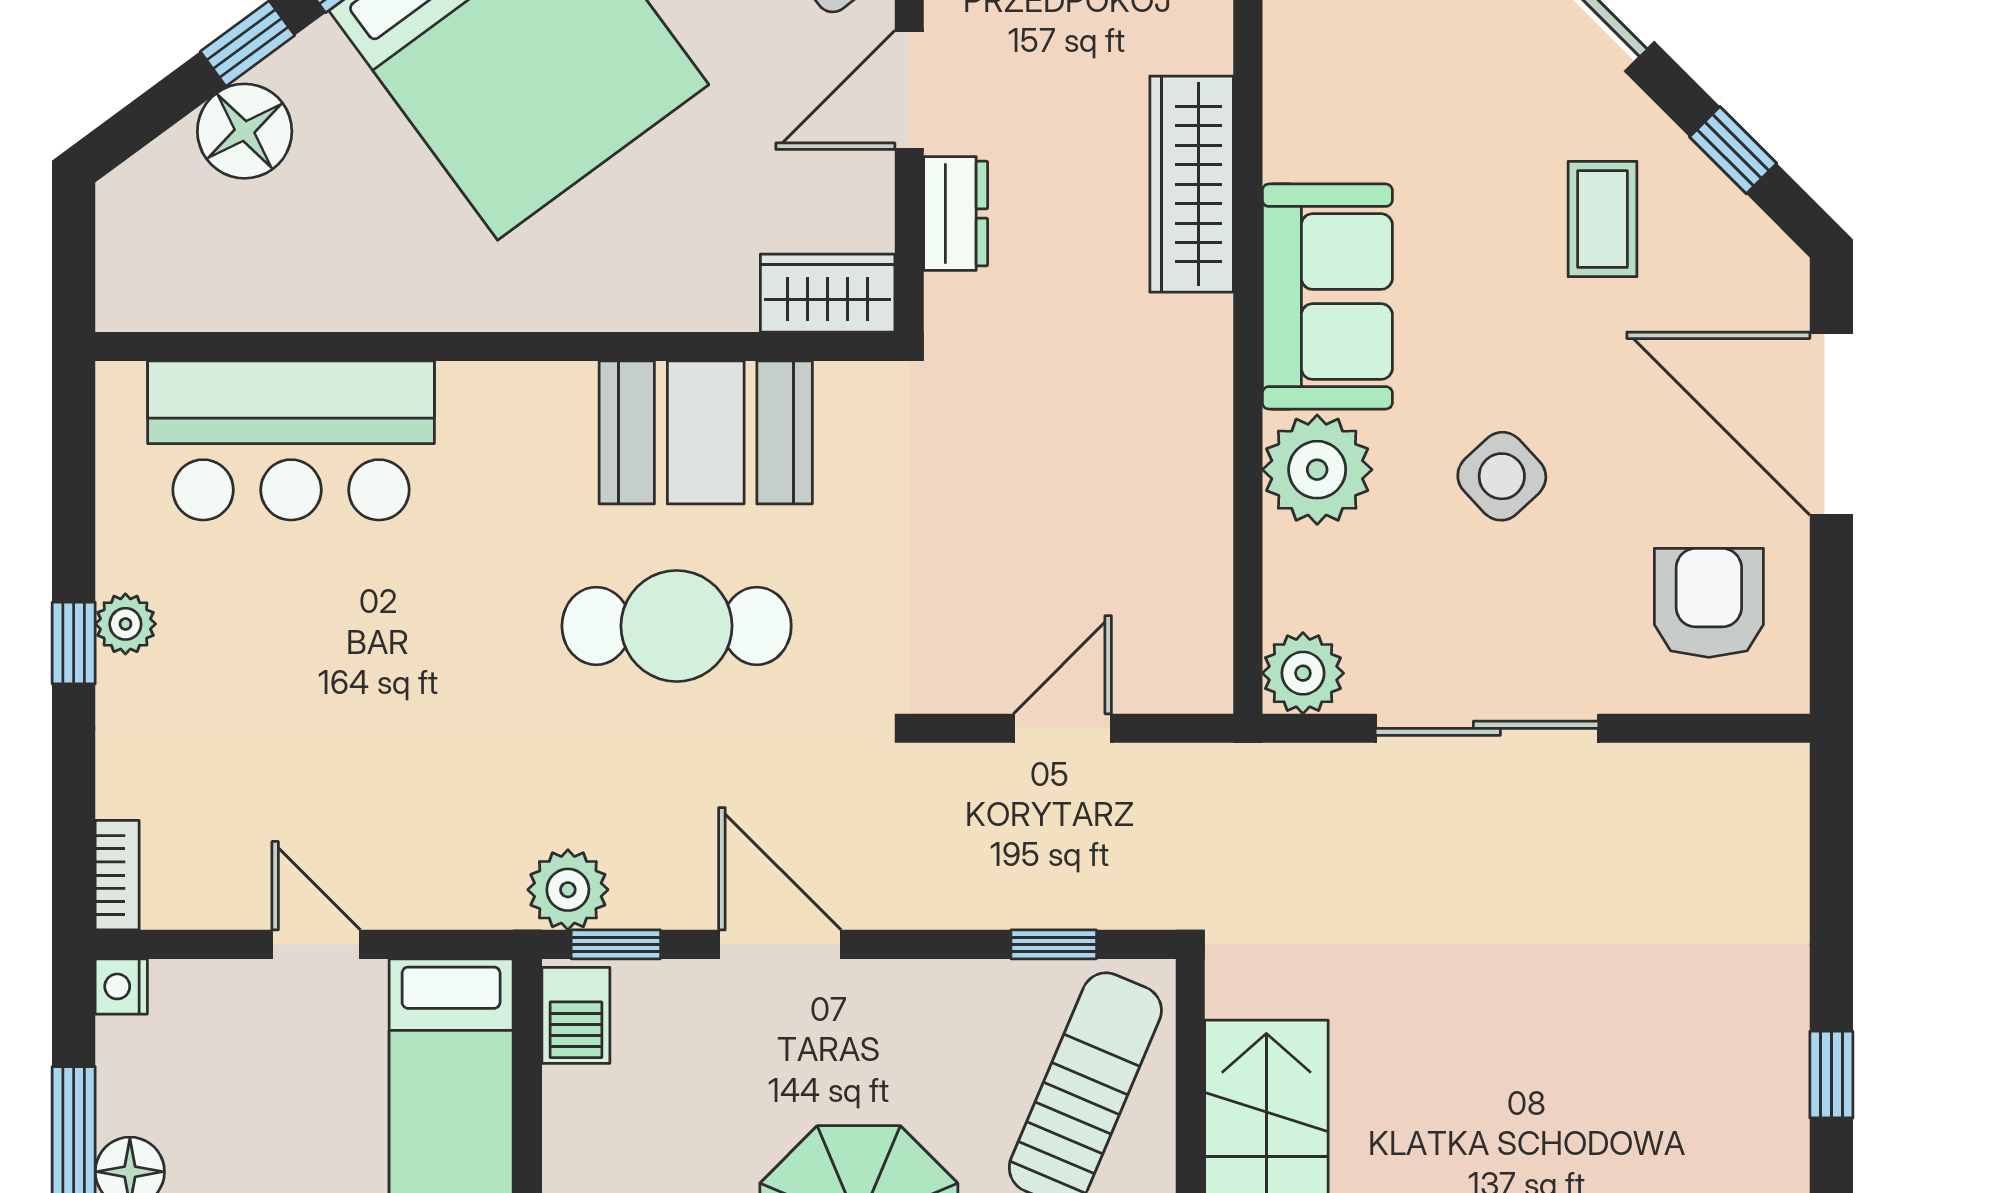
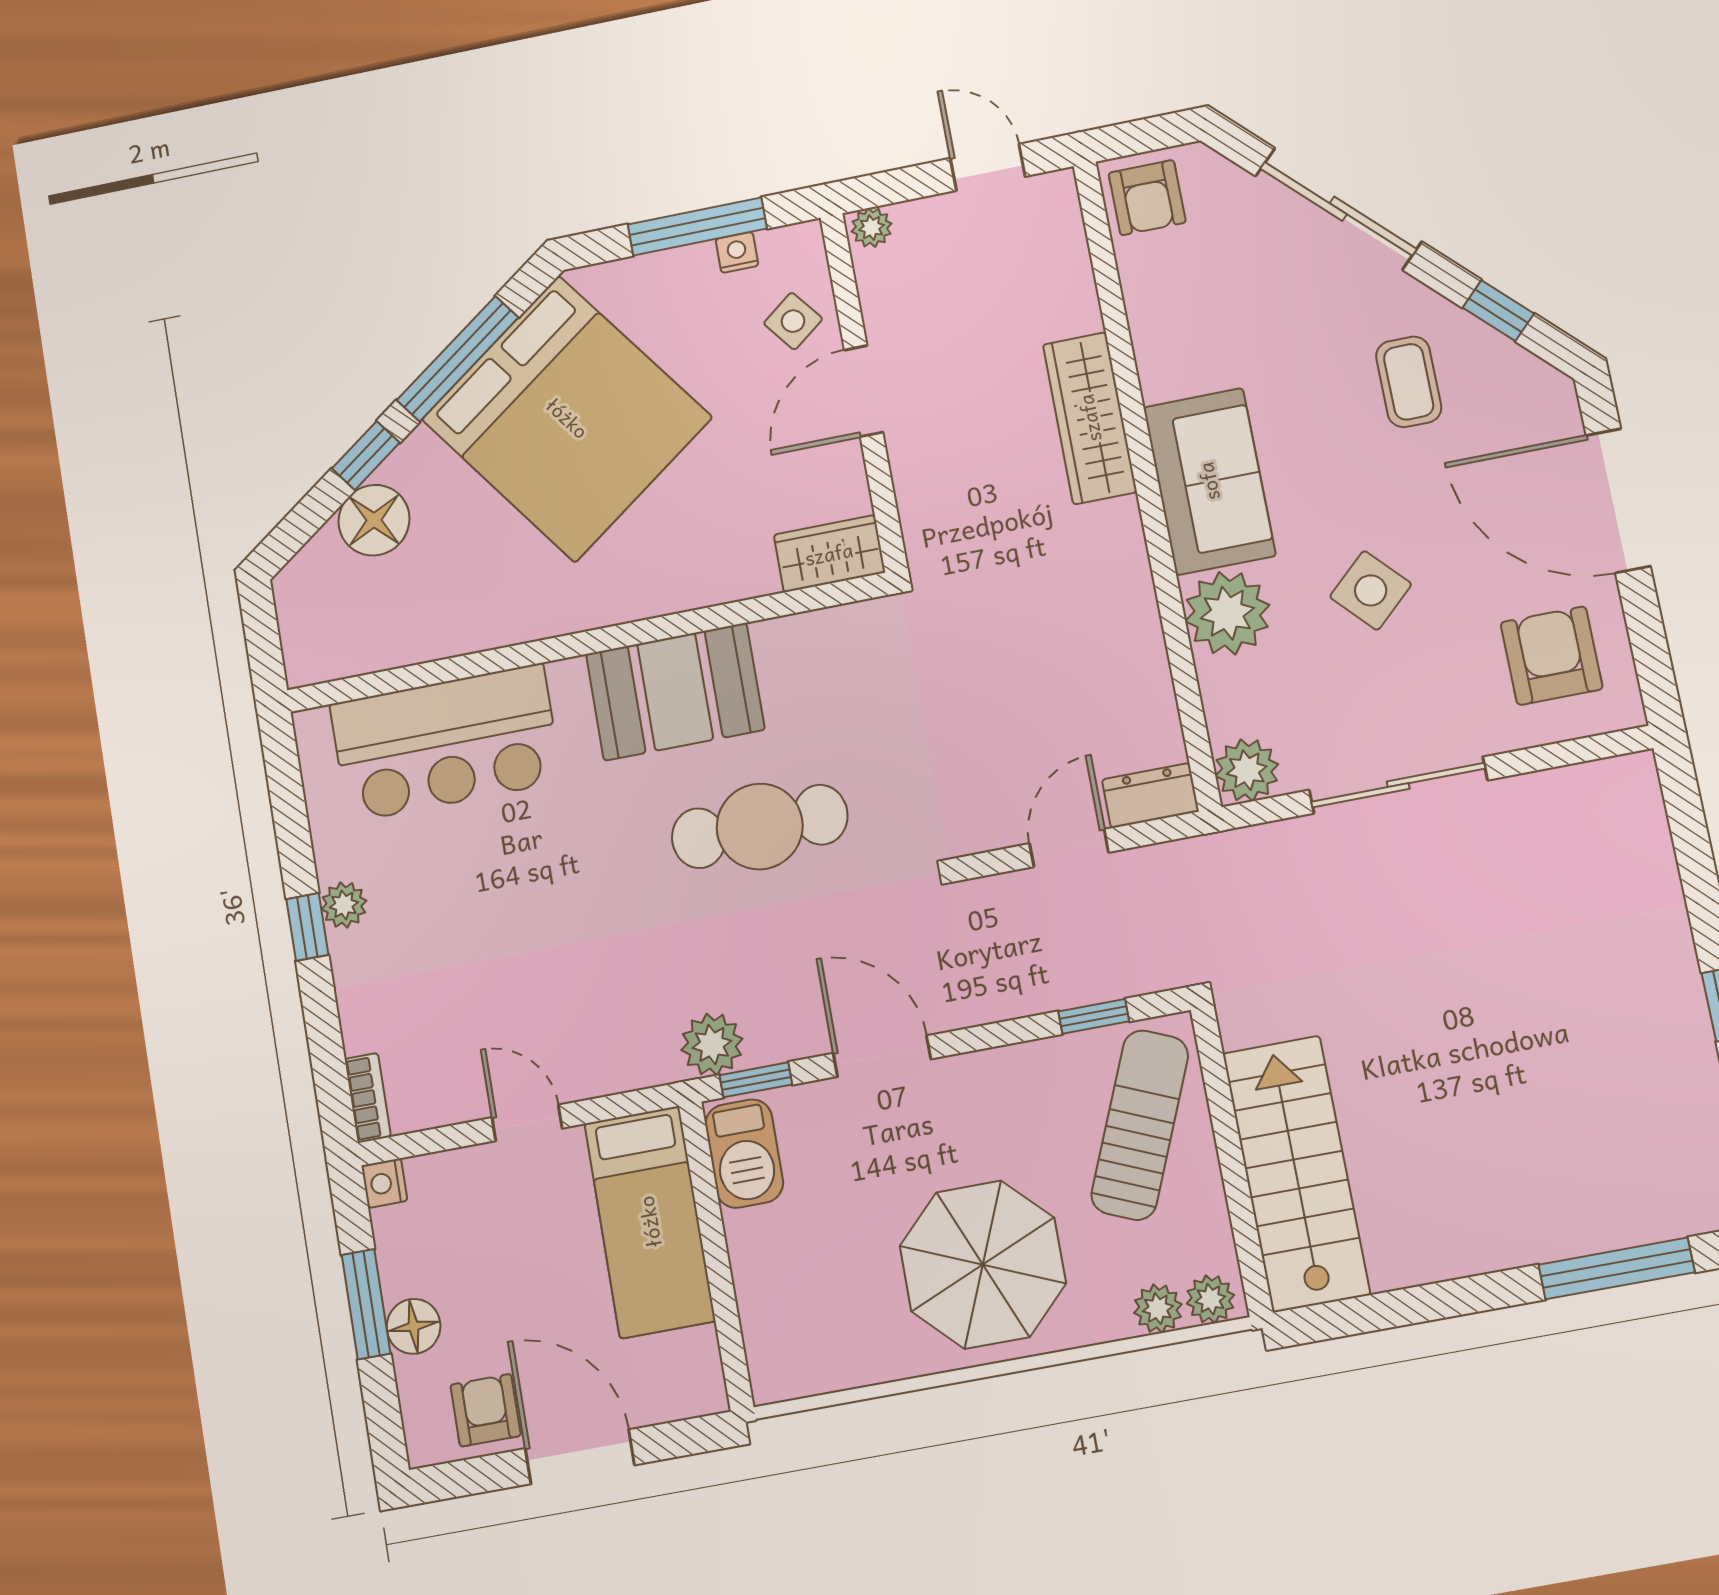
dresser: (956, 214) -> (1150, 796), moved, turned -90
booth: (706, 432) -> (675, 692), moved
barbecue: (576, 1015) -> (744, 1154), width x1.38, depth x1.27

